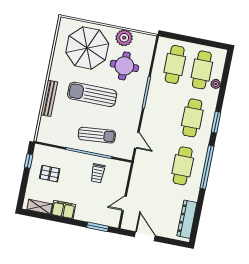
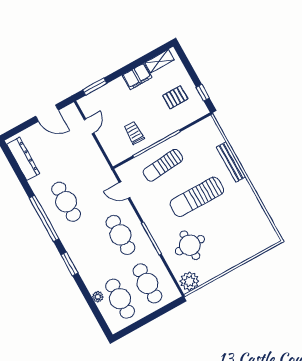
plant: (124, 38) -> (190, 281), moved
parasol: (87, 48) -> (235, 233), removed
sun lounger: (92, 94) -> (197, 197), turned 180
cafe table: (192, 118) -> (120, 235), moved

